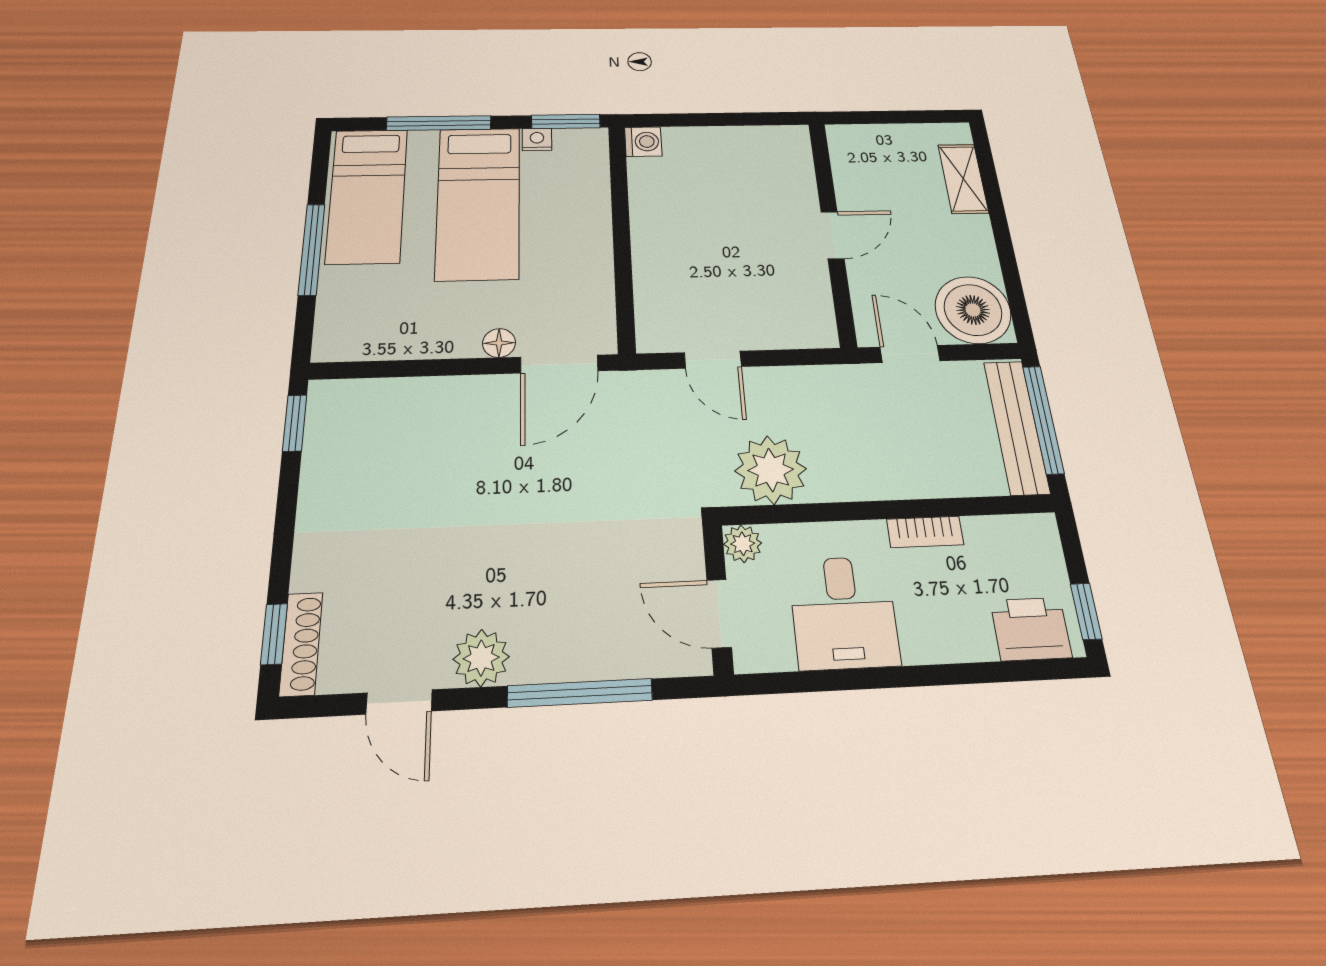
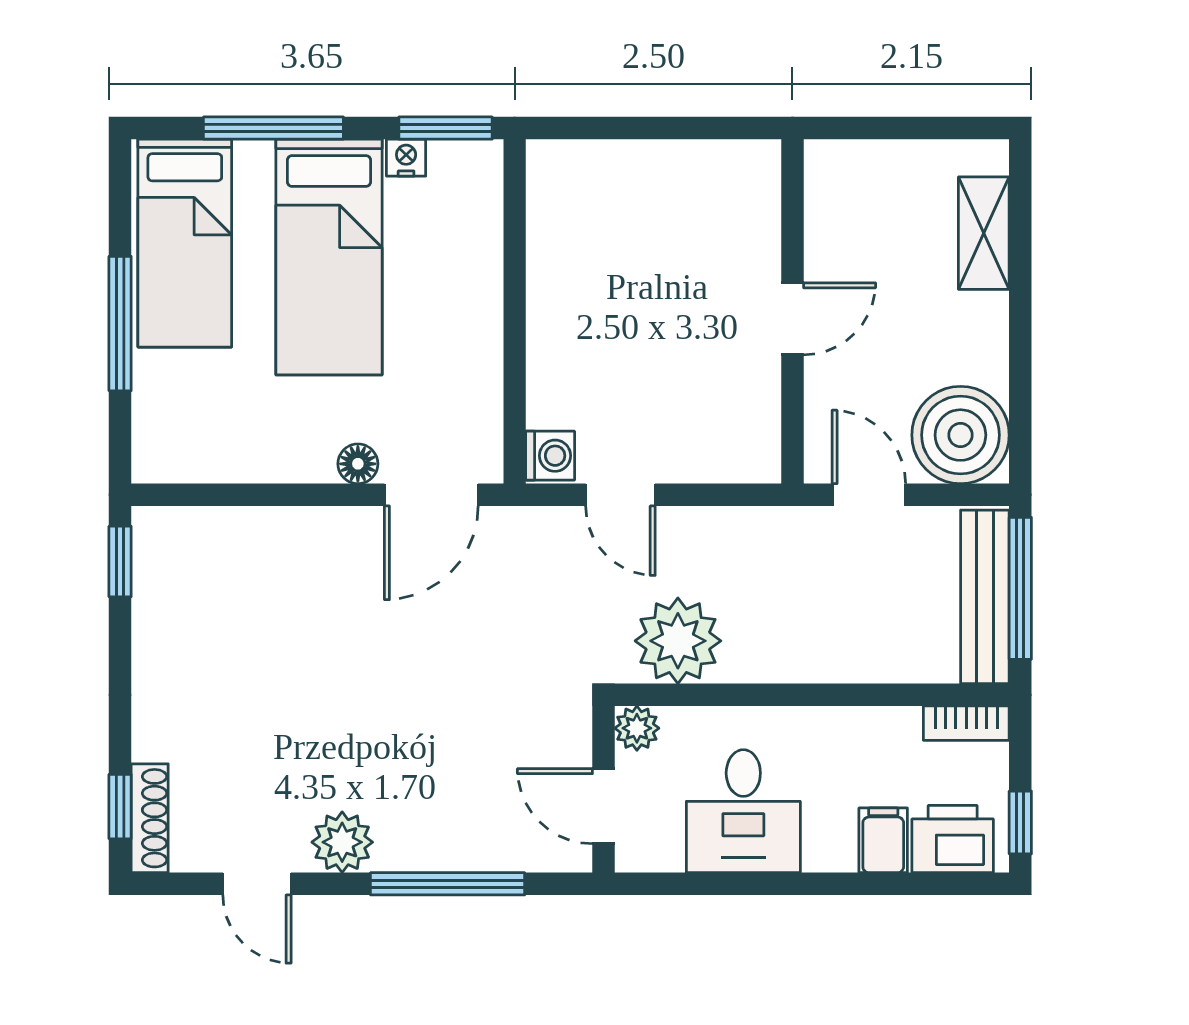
washing machine: (643, 142) -> (550, 456), moved
bookcase: (925, 532) -> (966, 723), moved
filing cabinet: (970, 633) -> (883, 840), added

